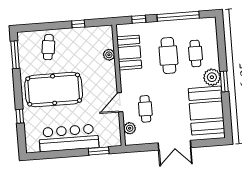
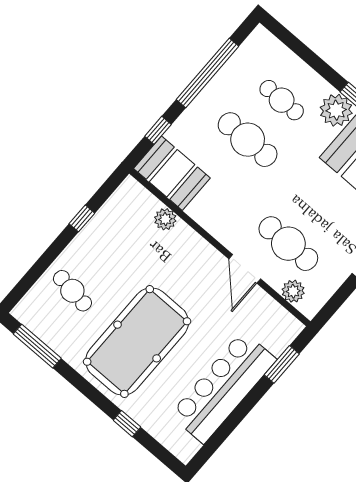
booth: (129, 53) -> (172, 173), moved
cafe table: (145, 109) -> (288, 244), width x1.37, depth x1.35

